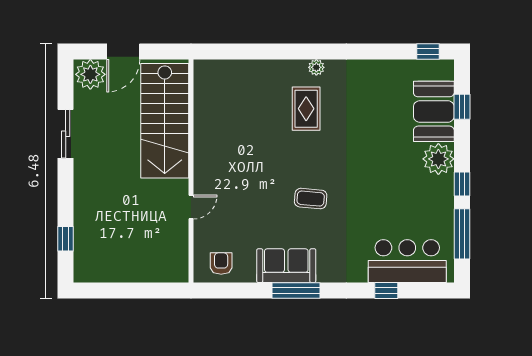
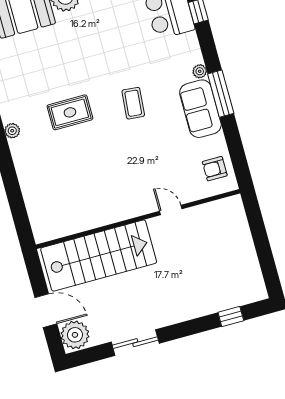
rug: (306, 109) -> (70, 112), moved
plant: (325, 275) -> (200, 71), added

